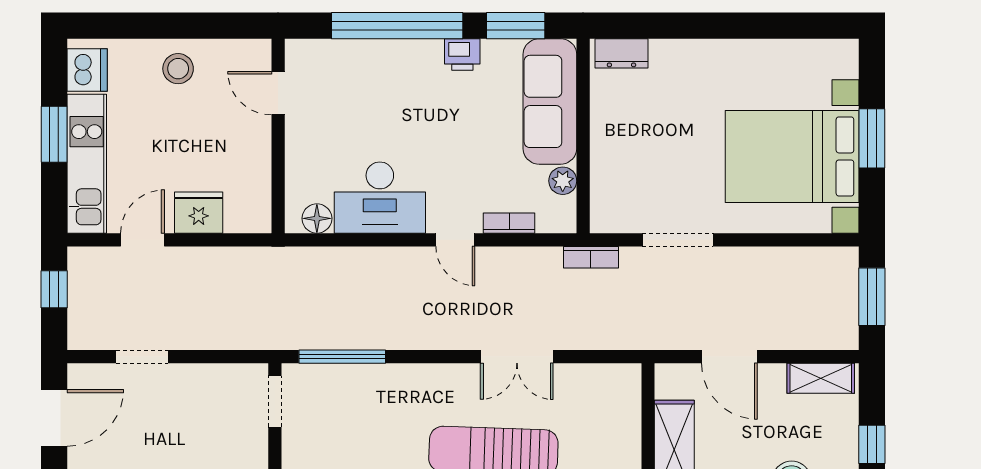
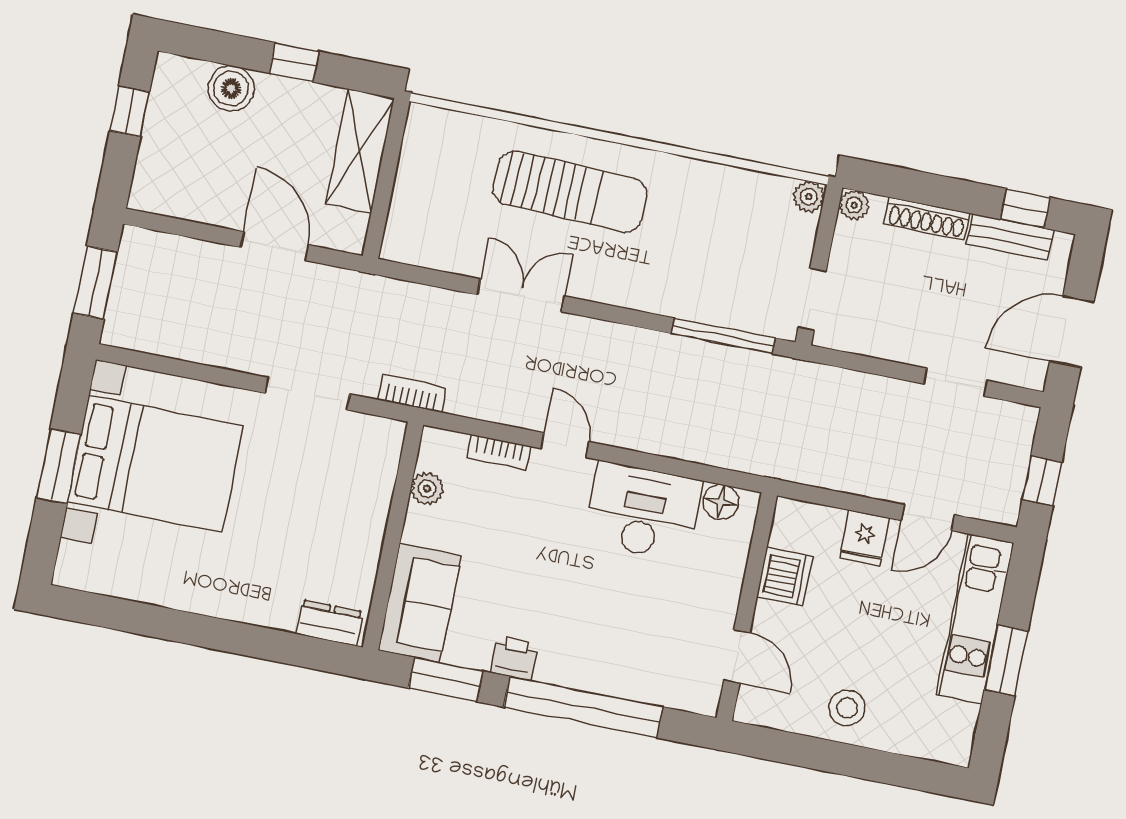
dishwasher: (87, 70) -> (785, 577), moved, turned 180
sofa: (550, 101) -> (420, 603), width x0.73
fridge: (199, 213) -> (864, 538), width x0.72
shelving: (821, 378) -> (174, 200), removed

